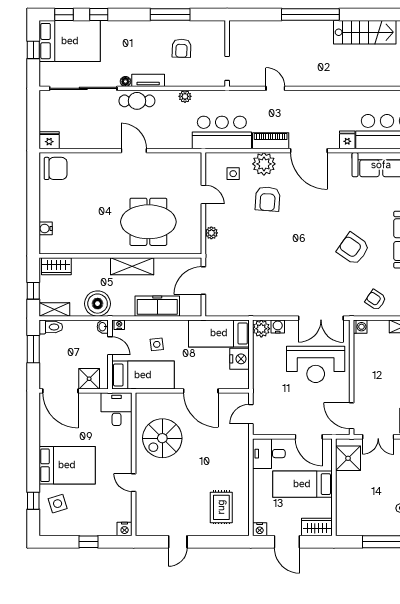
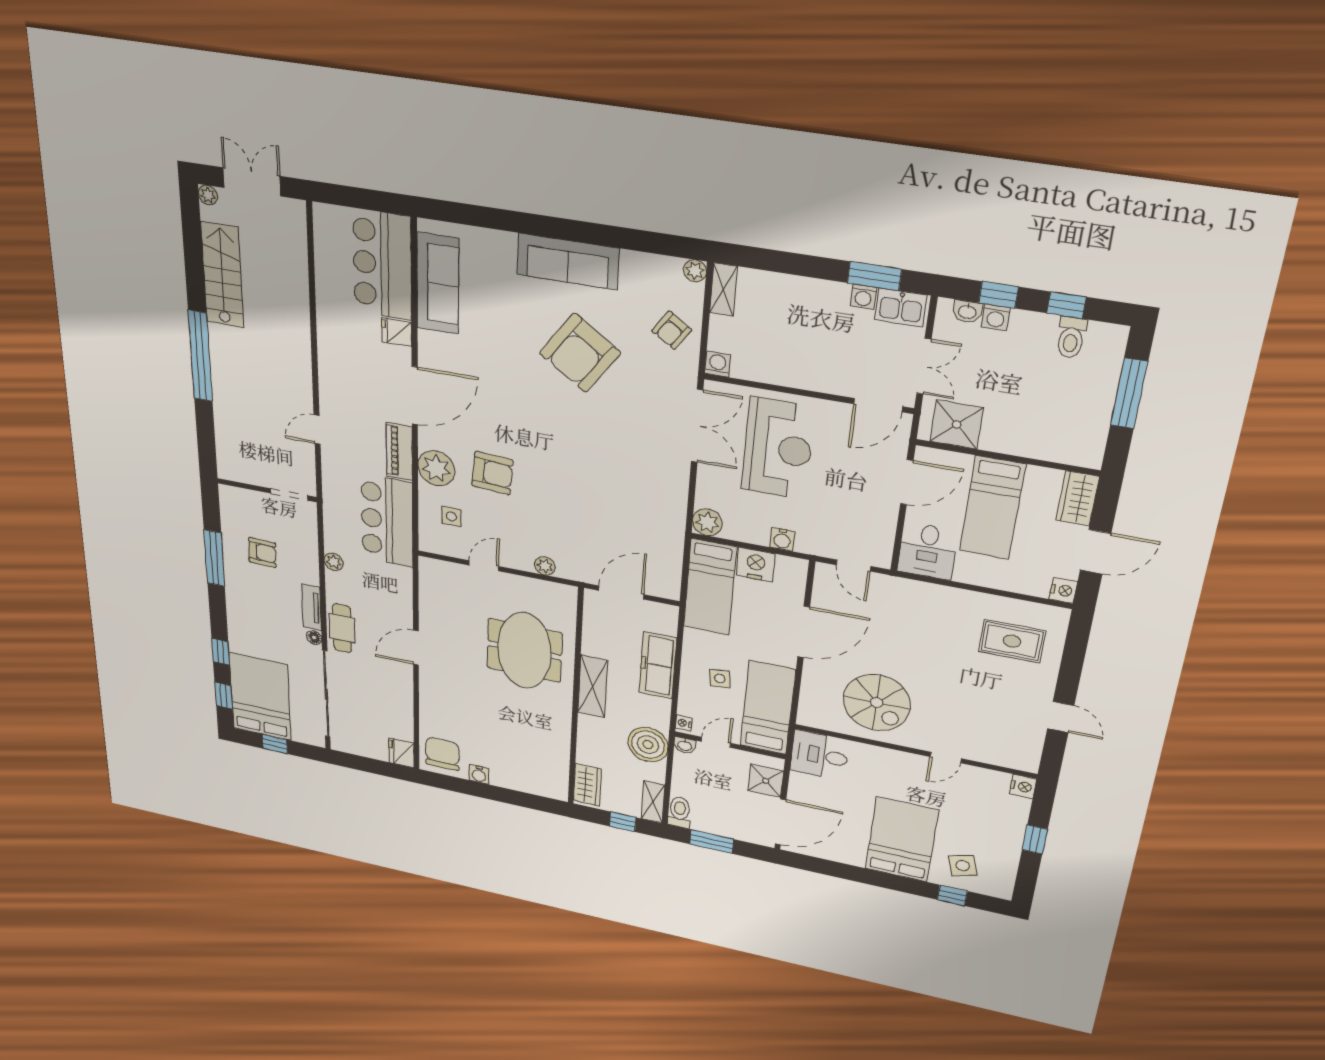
water cooler: (46, 228) -> (479, 774), moved
armchair: (353, 249) -> (580, 353), width x1.36, depth x1.36
door: (203, 281) -> (621, 592), swing flipped
water cooler: (278, 327) -> (782, 539), moved, turned -90

